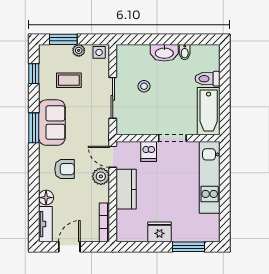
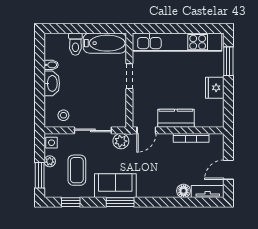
coffee table: (69, 80) -> (77, 170), width x1.36, depth x1.30
stool: (144, 86) -> (63, 115), moved
dishwasher: (149, 152) -> (142, 98), removed
armchair: (64, 169) -> (158, 174), removed
plant: (101, 176) -> (121, 141), moved
kitchen unit: (210, 177) -> (177, 42), width x1.36
bookcase: (104, 222) -> (191, 138), moved
door: (69, 247) -> (228, 170), hinge flipped

